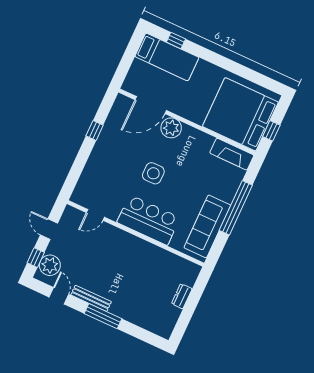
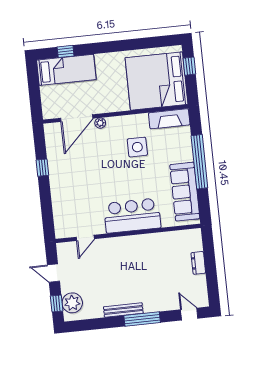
plant: (171, 128) -> (100, 123), width x0.53, depth x0.53
window: (271, 131) -> (189, 66), moved
side table: (153, 173) -> (137, 147), moved
door: (59, 296) -> (189, 314), moved

